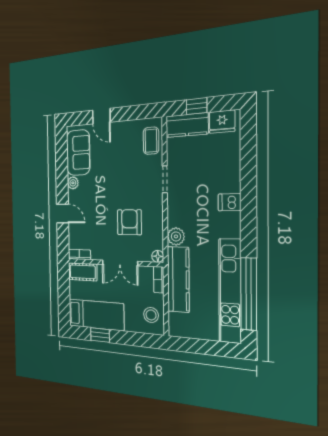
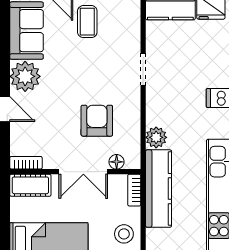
coffee table: (151, 141) -> (87, 22), moved
plant: (73, 183) -> (25, 76), width x1.87, depth x1.87
floor lamp: (158, 256) -> (117, 162), moved

